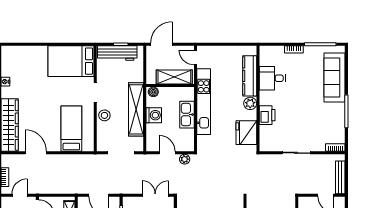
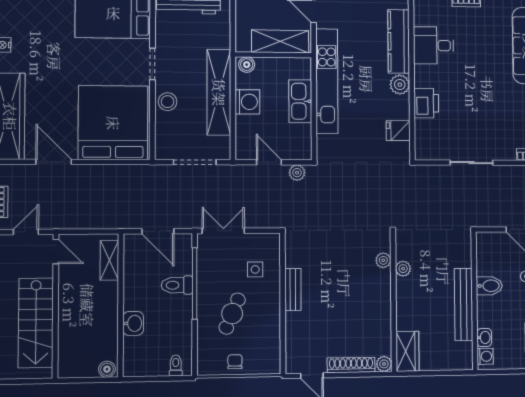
bed: (71, 129) -> (113, 123), width x2.04
fridge: (246, 133) -> (398, 131), width x0.53, depth x0.75
double door: (155, 195) -> (223, 231), moved

